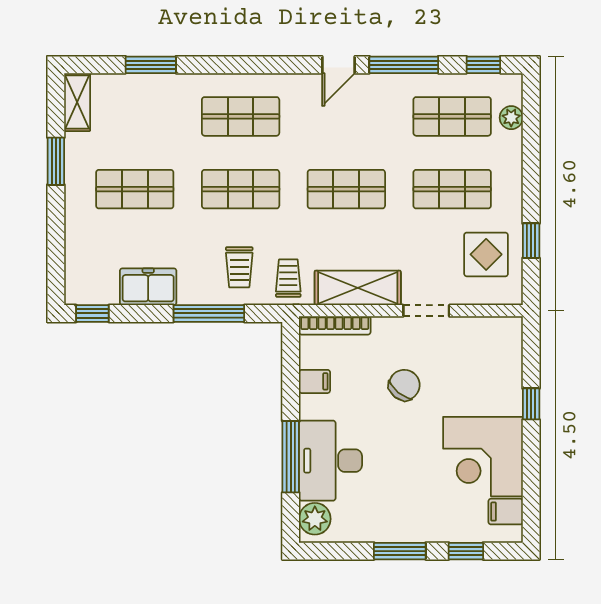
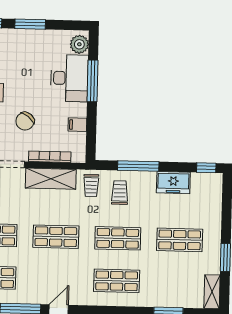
bookcase: (335, 325) -> (50, 157), moved

